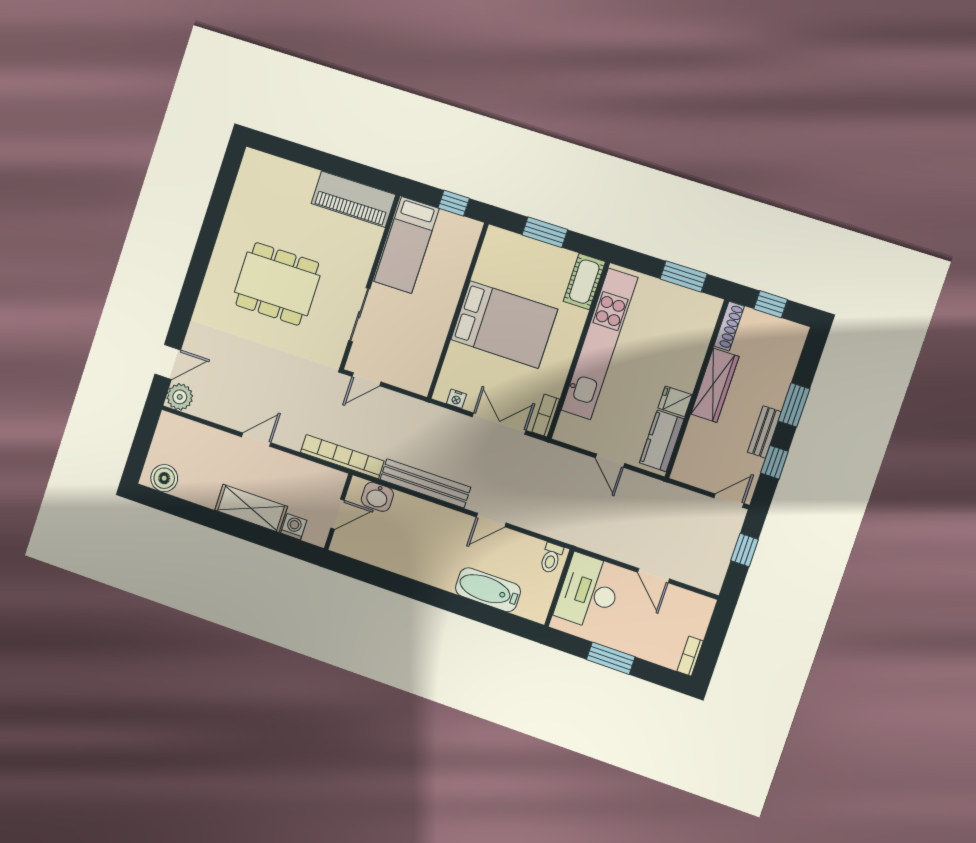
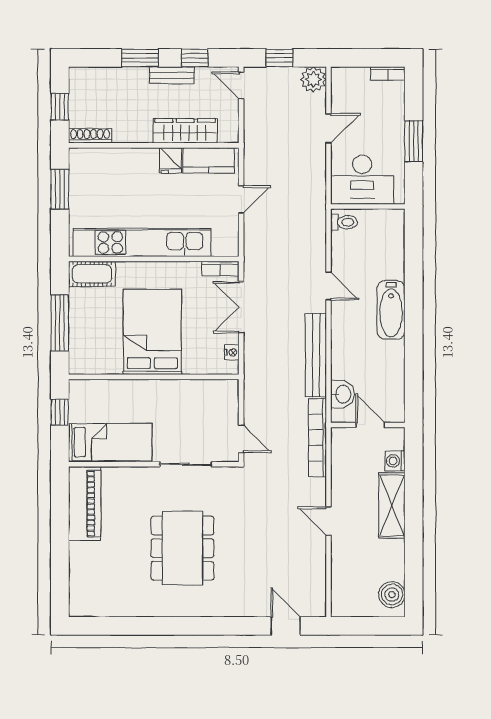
window: (545, 232) -> (60, 323), width x1.44
wardrobe: (715, 385) -> (185, 131), moved
plant: (180, 397) -> (313, 79), moved
bathtub: (488, 590) -> (391, 310), moved

